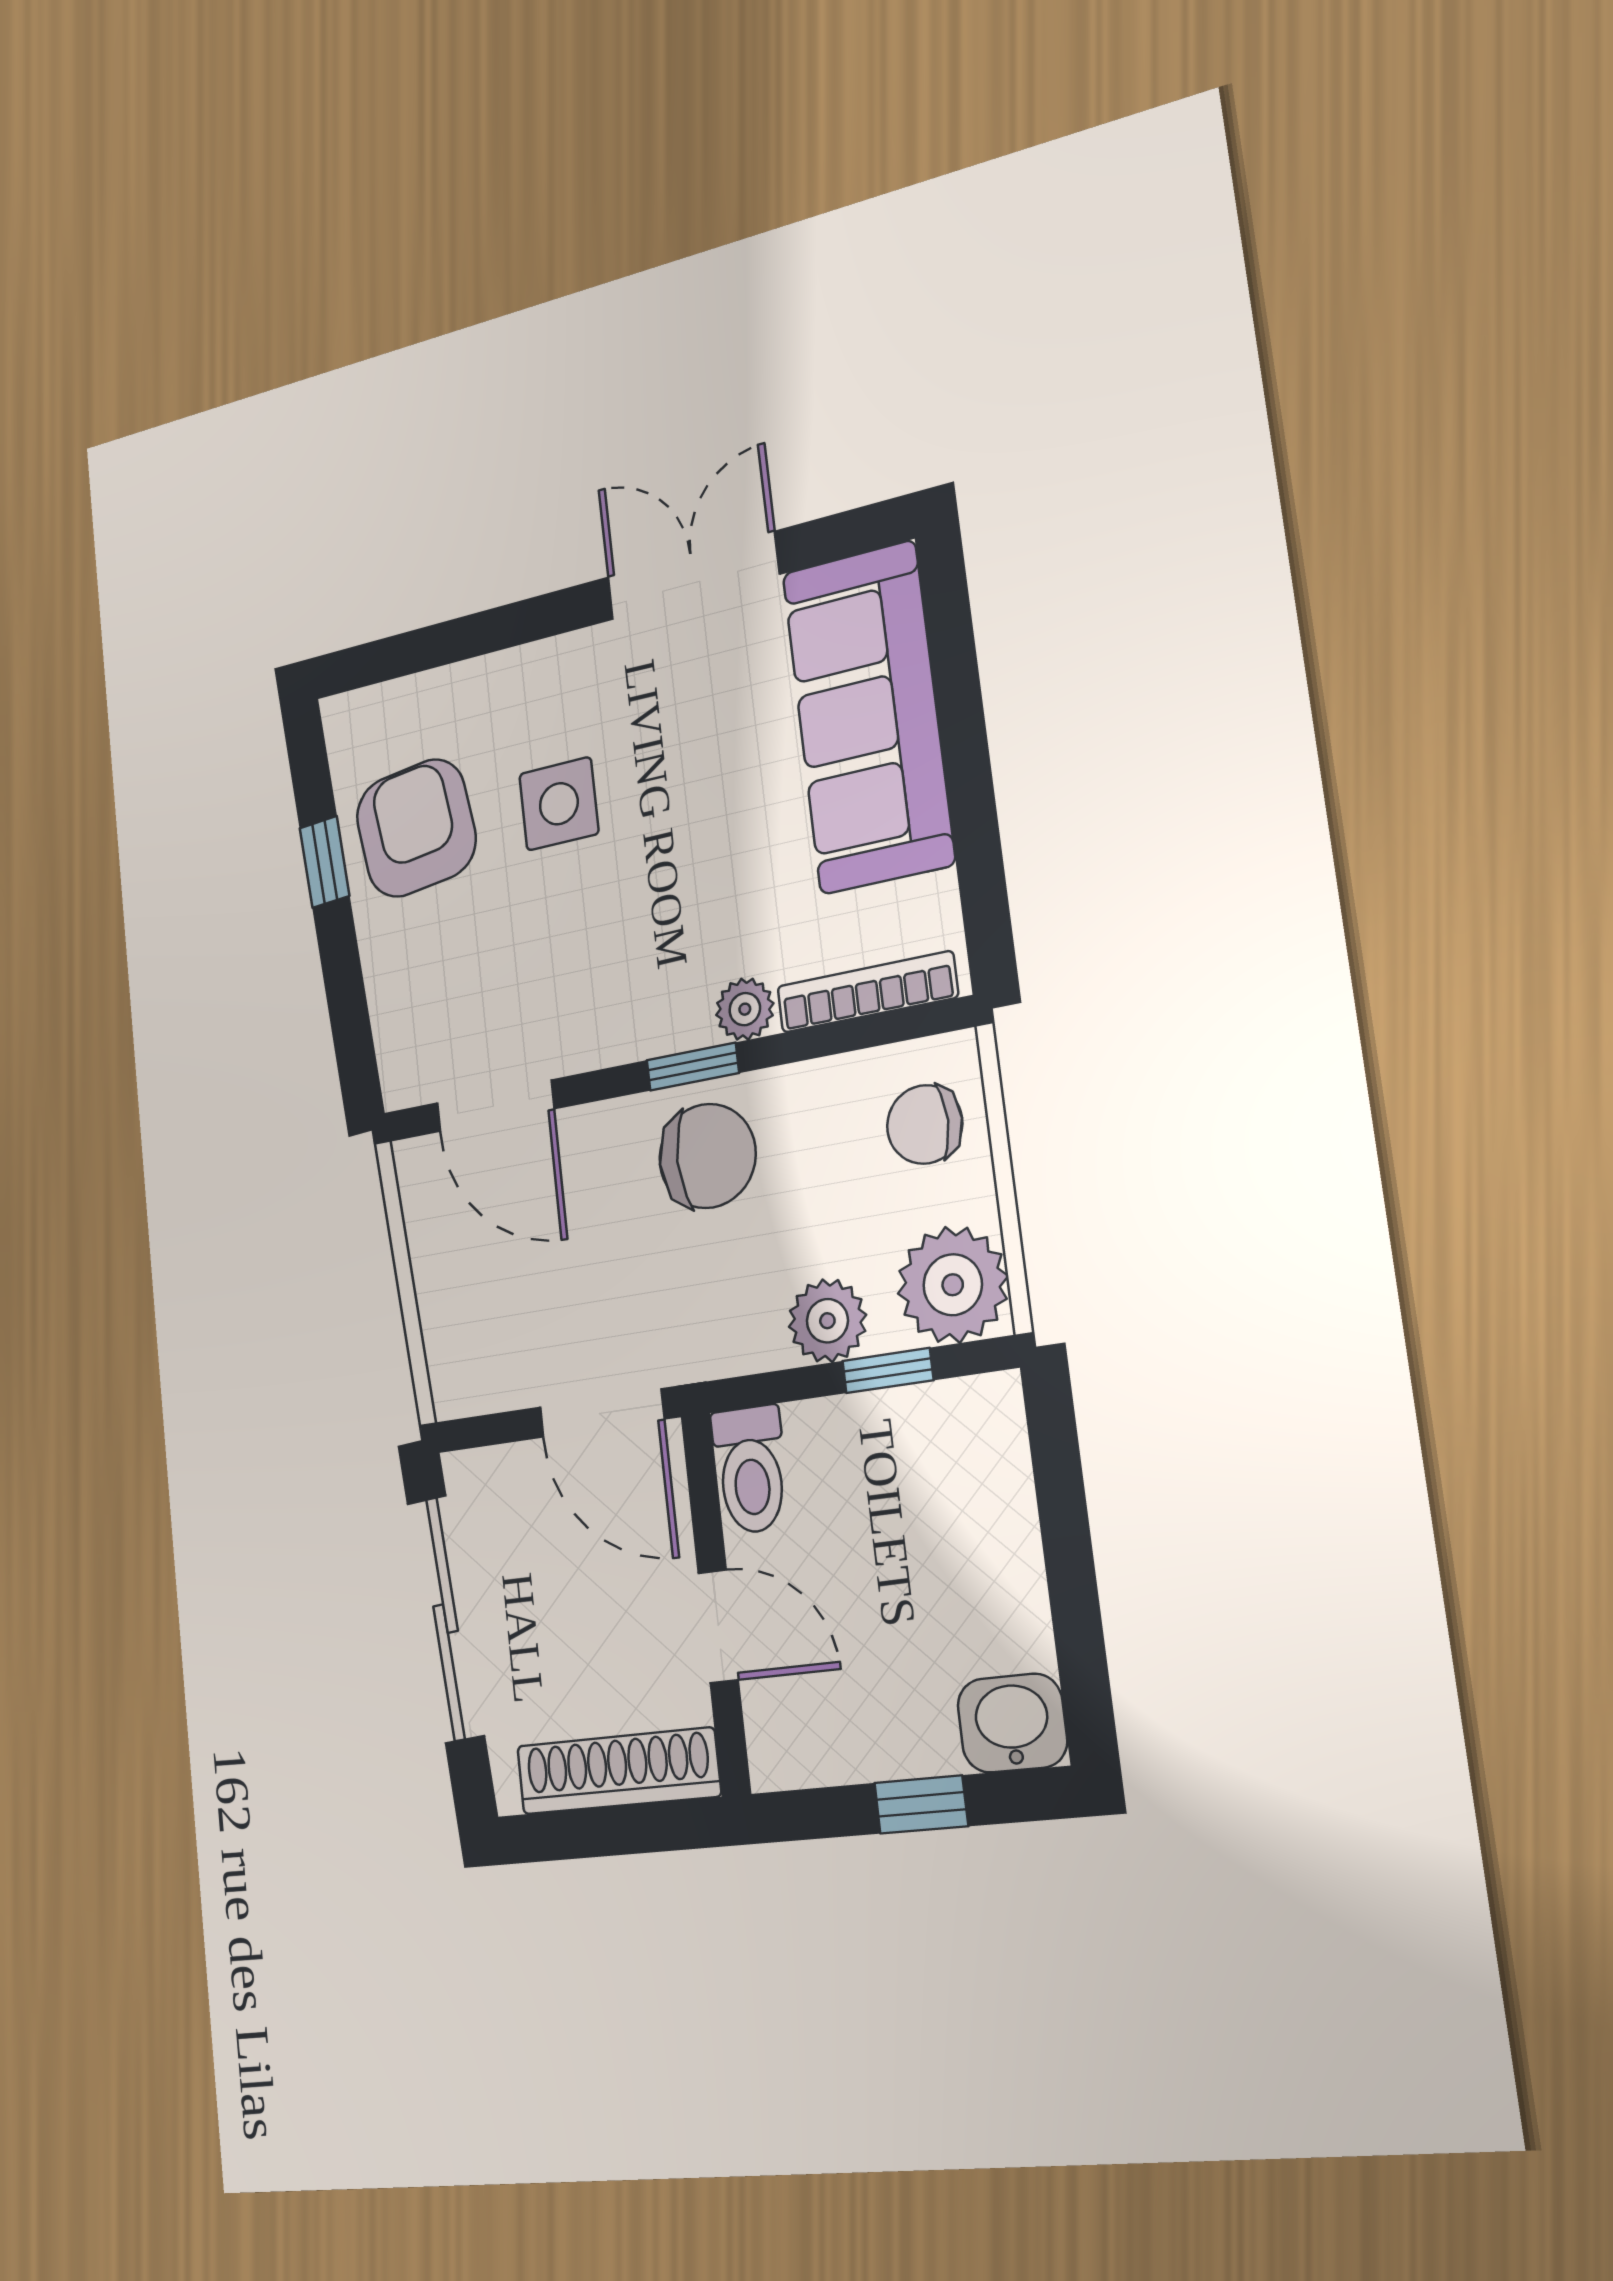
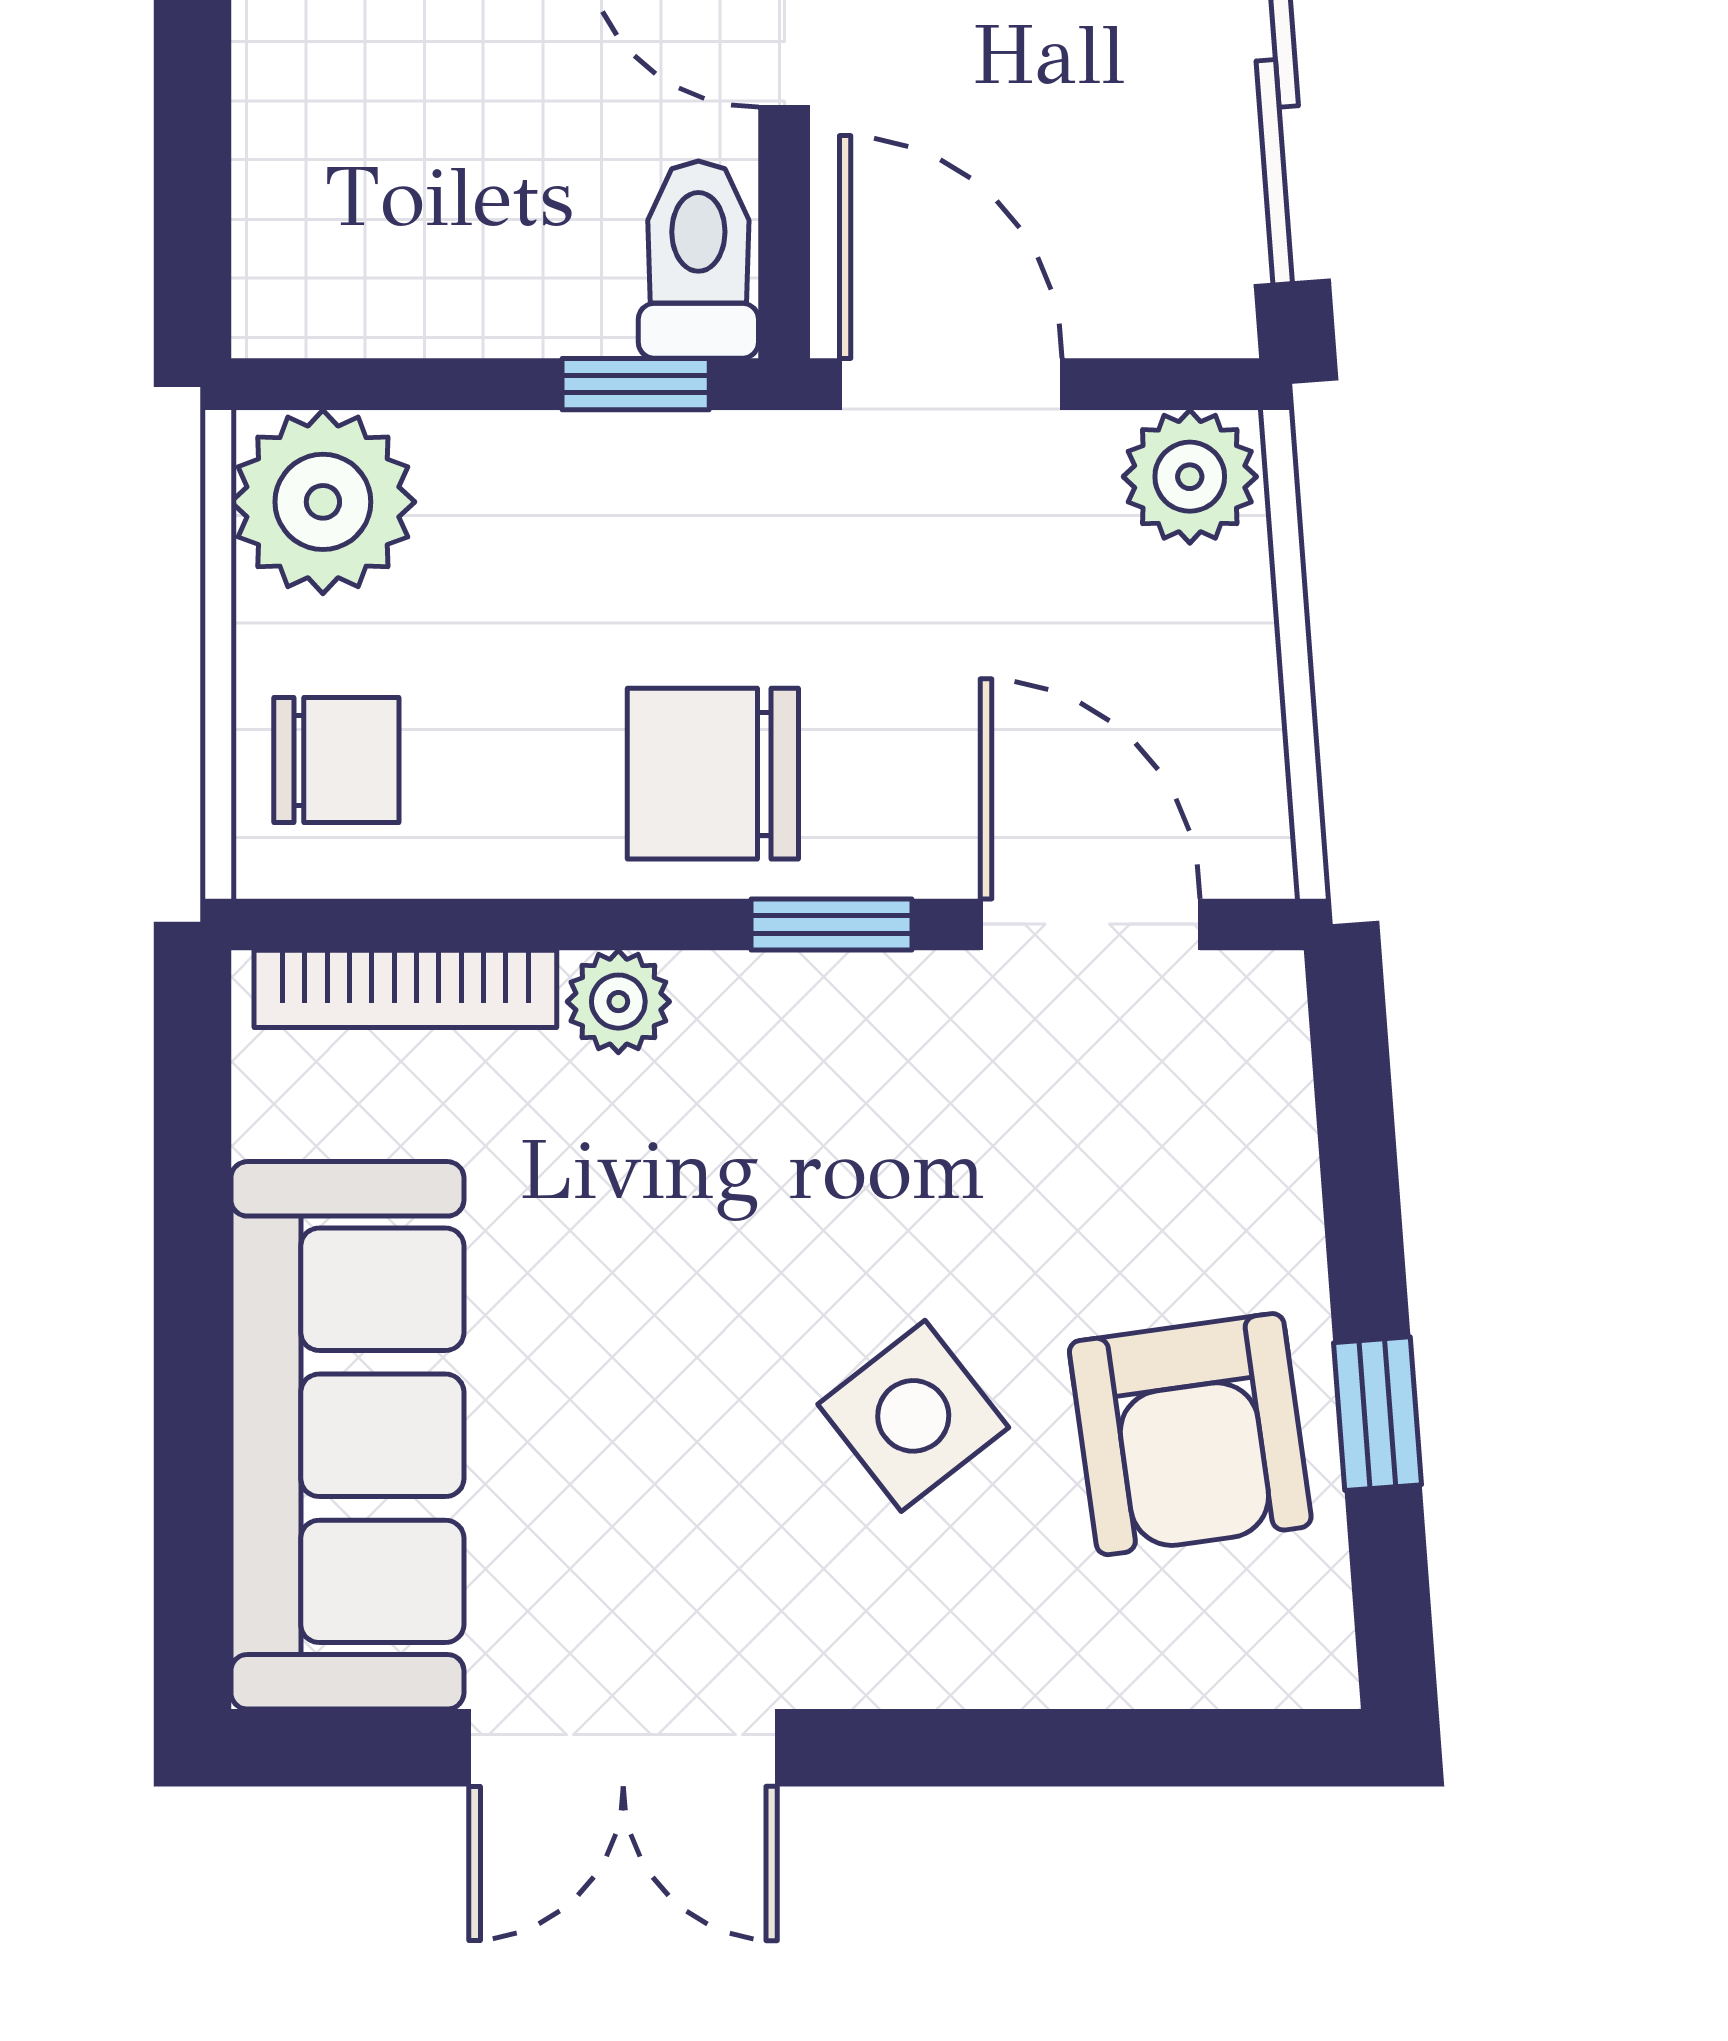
side table: (559, 804) -> (913, 1416), turned -38
window: (693, 1067) -> (832, 924), moved
plant: (827, 1321) -> (1190, 477), moved
window: (888, 1370) -> (636, 384), moved

